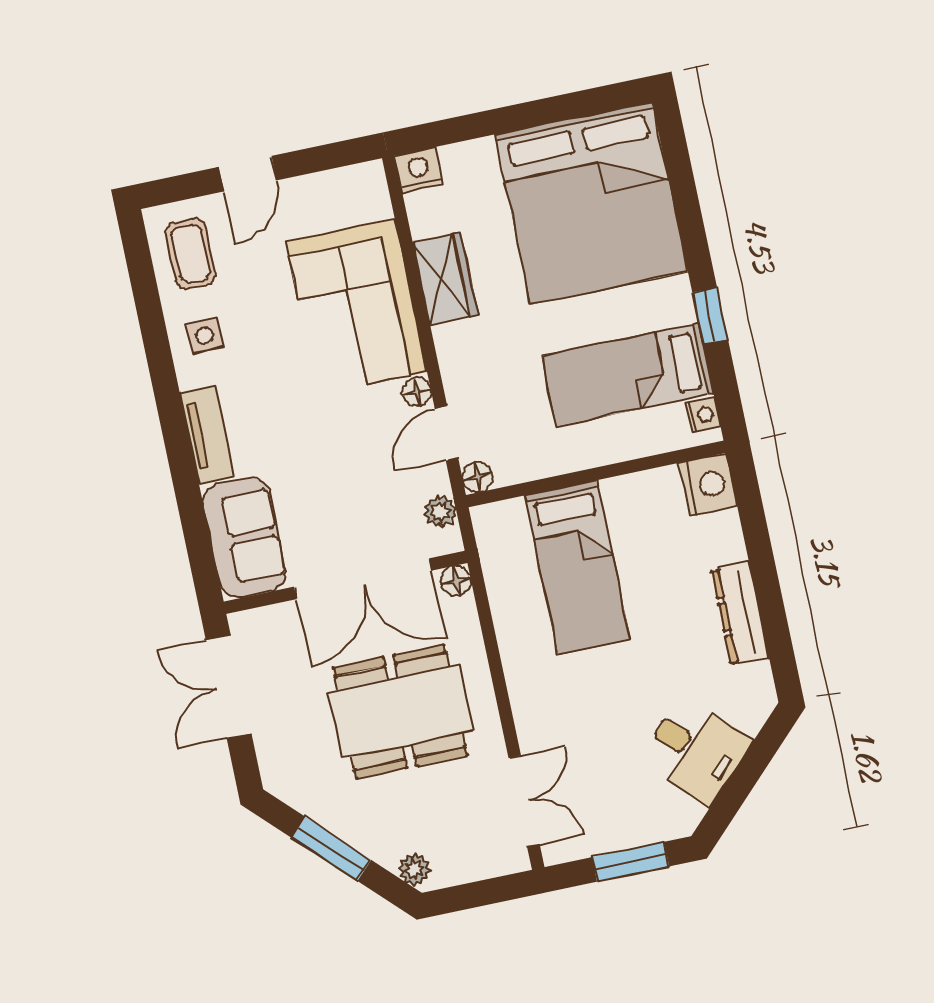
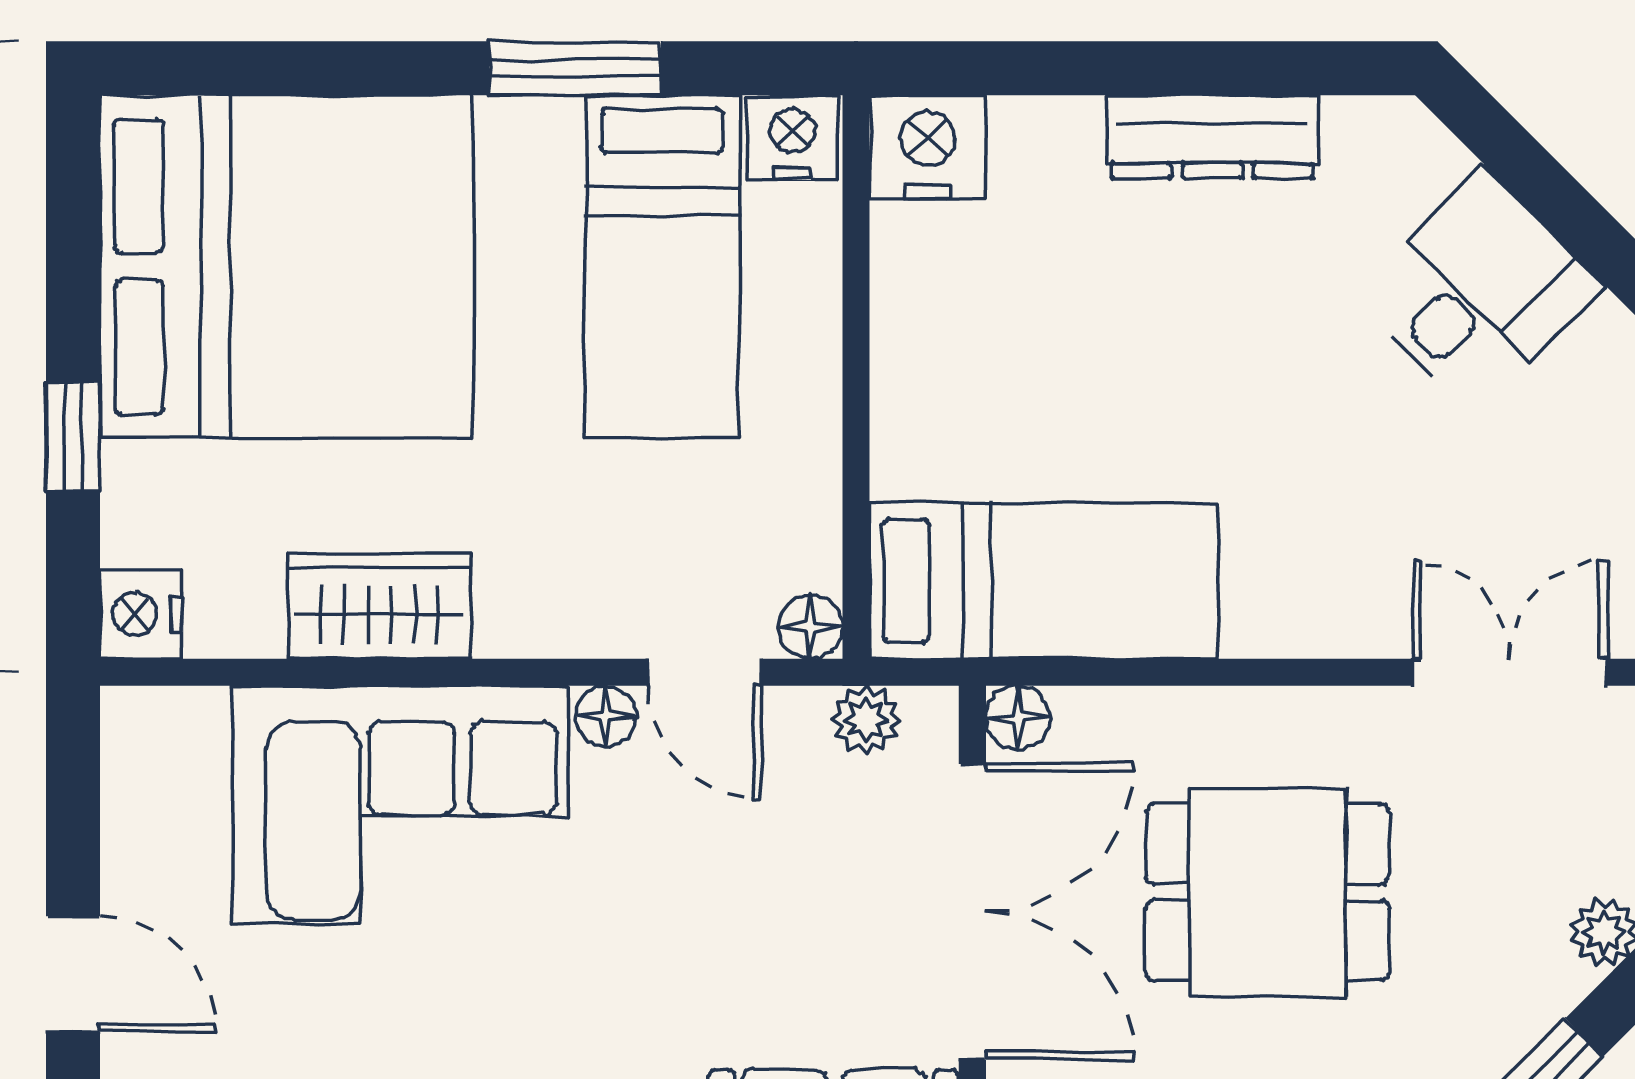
window: (493, 122) -> (73, 437), added
window: (710, 316) -> (575, 68), width x1.50
nightstand: (703, 415) -> (792, 137), width x1.39, depth x1.35
bed: (578, 567) -> (1043, 581), moved
dining table: (400, 712) -> (1267, 892), width x0.73

